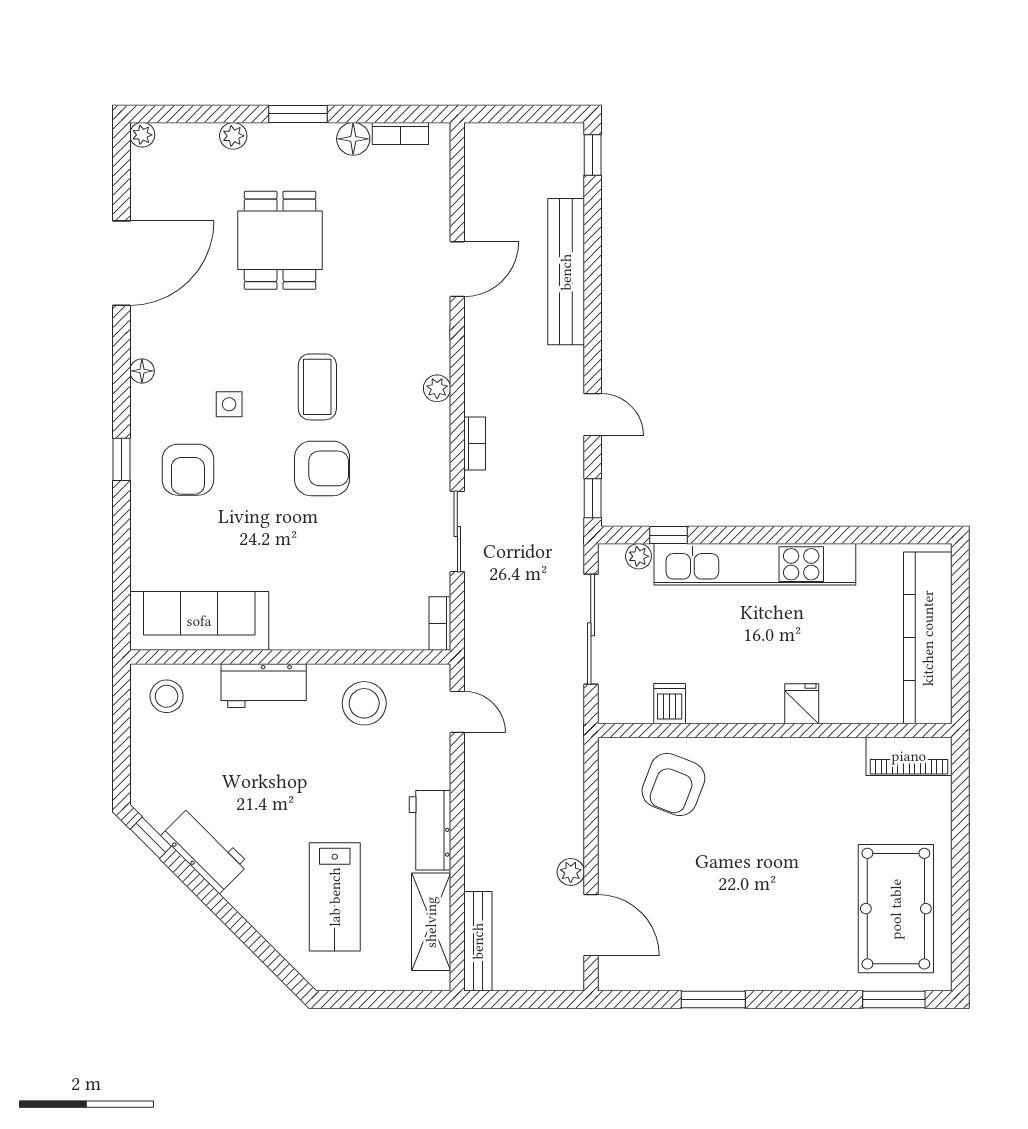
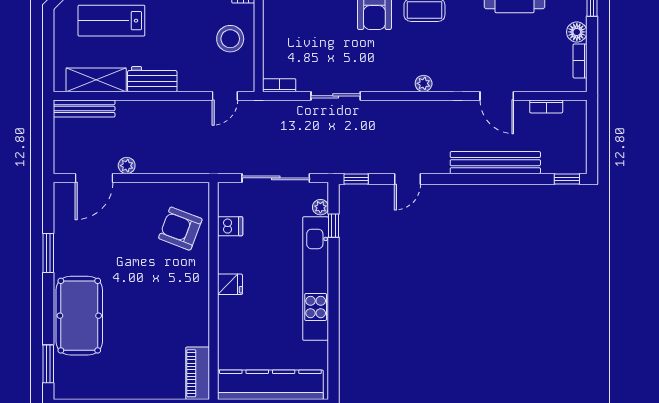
bookcase: (475, 443) -> (546, 107), moved
fridge: (802, 704) -> (230, 284), moved
pool table: (896, 909) -> (79, 316), moved, turned 90

